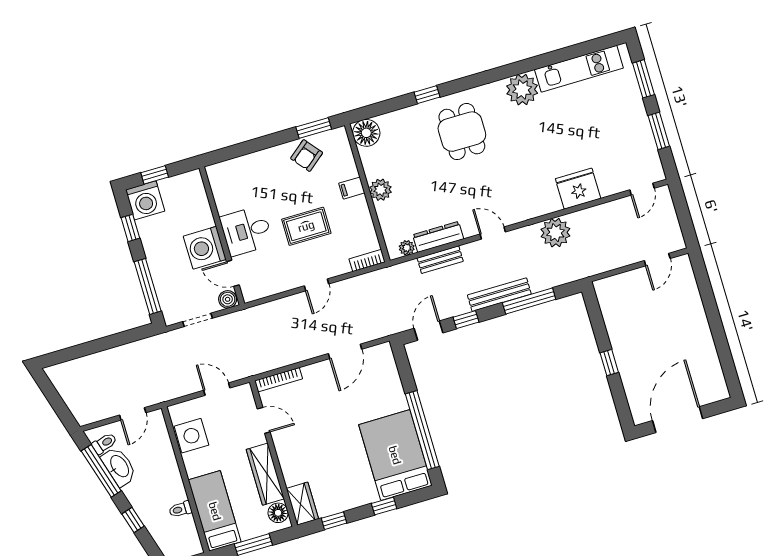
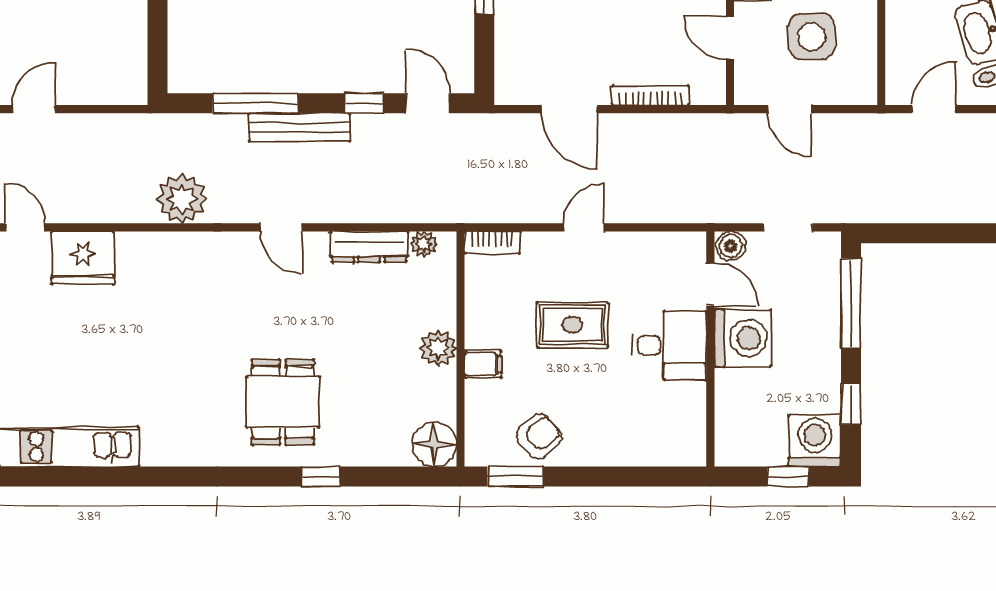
plant: (522, 90) -> (168, 440), removed
fridge: (578, 189) -> (83, 258), moved
door: (642, 189) -> (25, 227), hinge flipped
bench: (440, 260) -> (377, 210), removed
door: (429, 331) -> (428, 103), swing flipped
door: (345, 351) -> (569, 109), swing flipped
bookcase: (279, 380) -> (650, 95), moved
side table: (191, 436) -> (812, 37), moved

